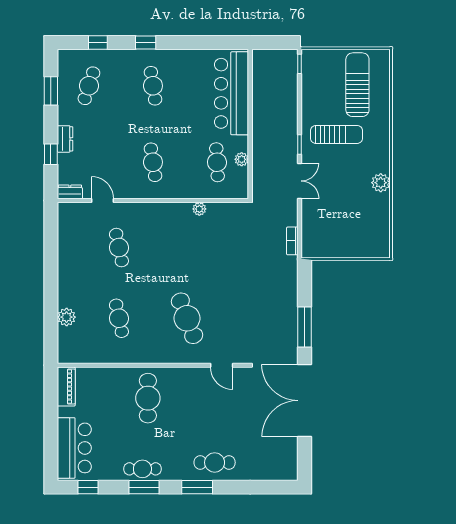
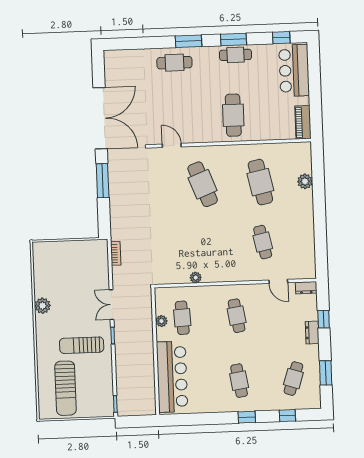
cafe table: (119, 318) -> (260, 182), width x1.37, depth x1.35

